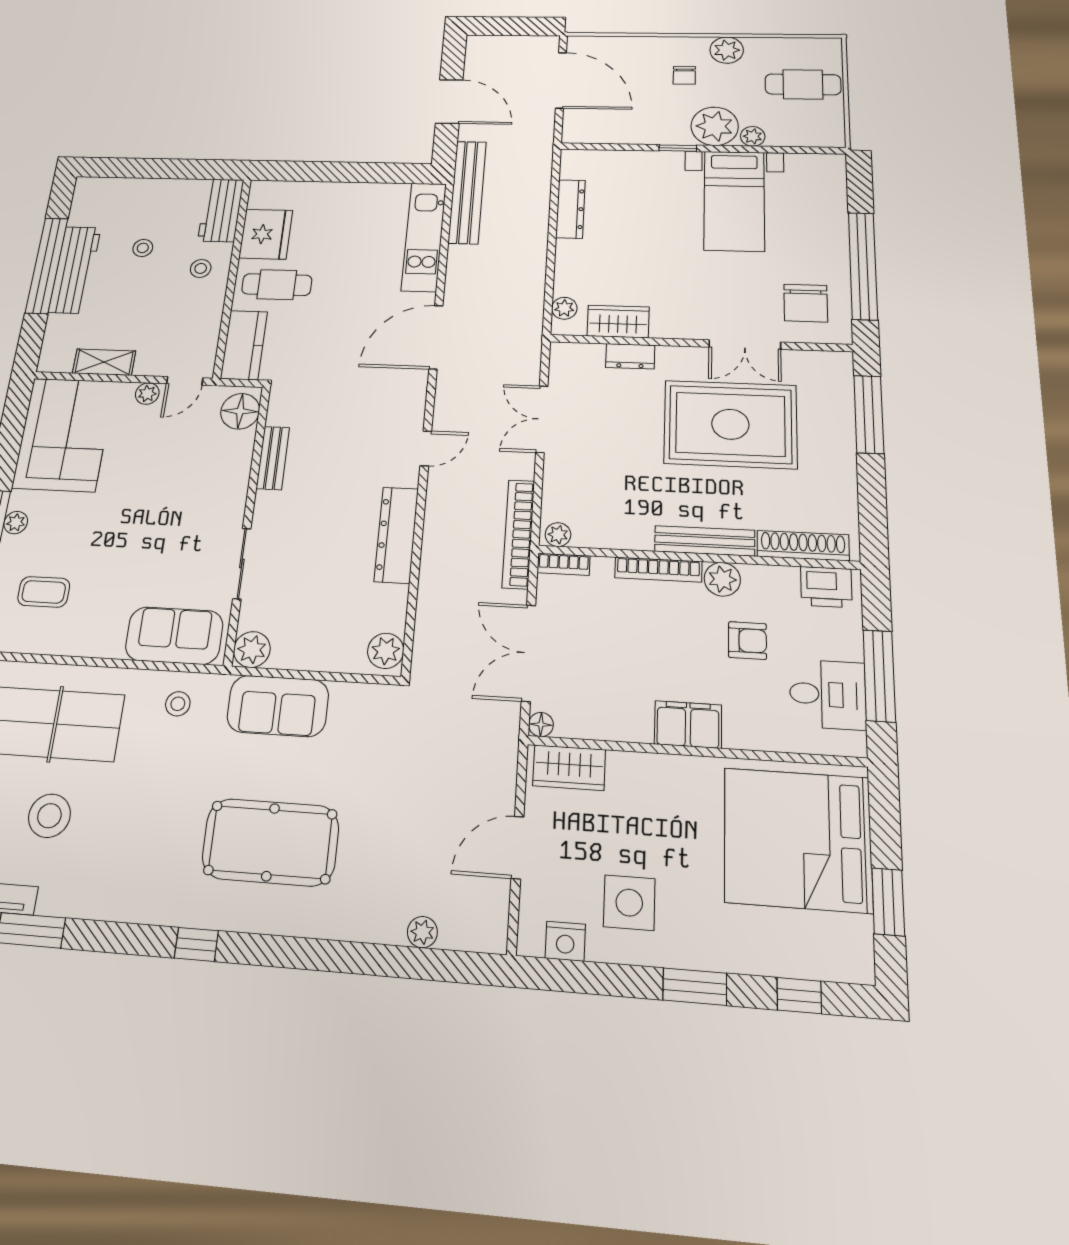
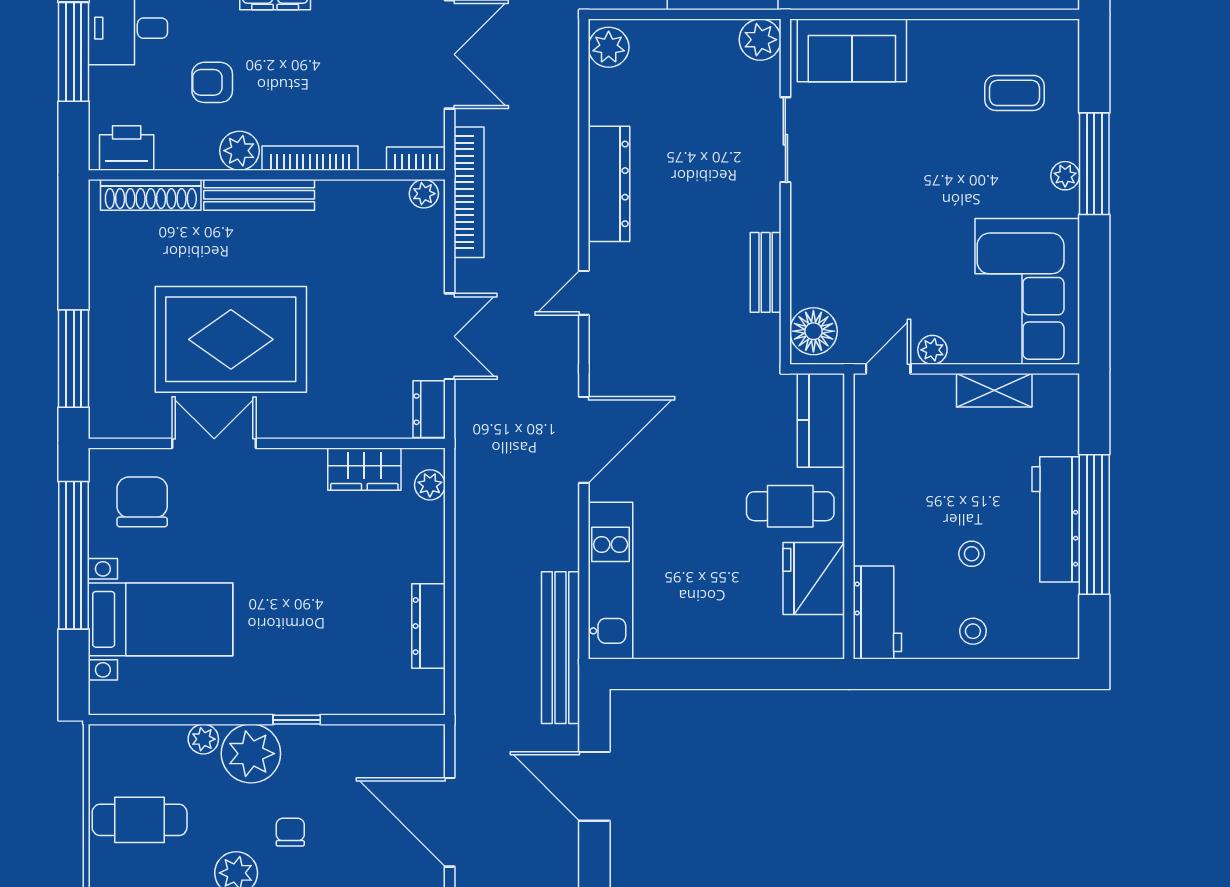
bed with nightstands: (734, 201) -> (161, 619), moved, turned 90
stool: (201, 268) -> (973, 631), moved
dresser: (630, 356) -> (429, 409), moved, turned -90

